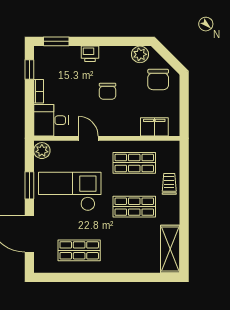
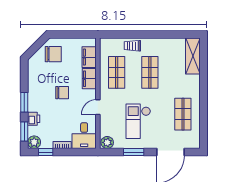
window: (95, 41) -> (24, 102), added
printer: (90, 54) -> (34, 119), moved
plant: (140, 54) -> (34, 142), moved
filing cabinet: (126, 127) -> (89, 79), added
checkout: (70, 191) -> (138, 121), width x0.73, depth x0.83
shelving: (170, 249) -> (193, 56), moved, turned 90

